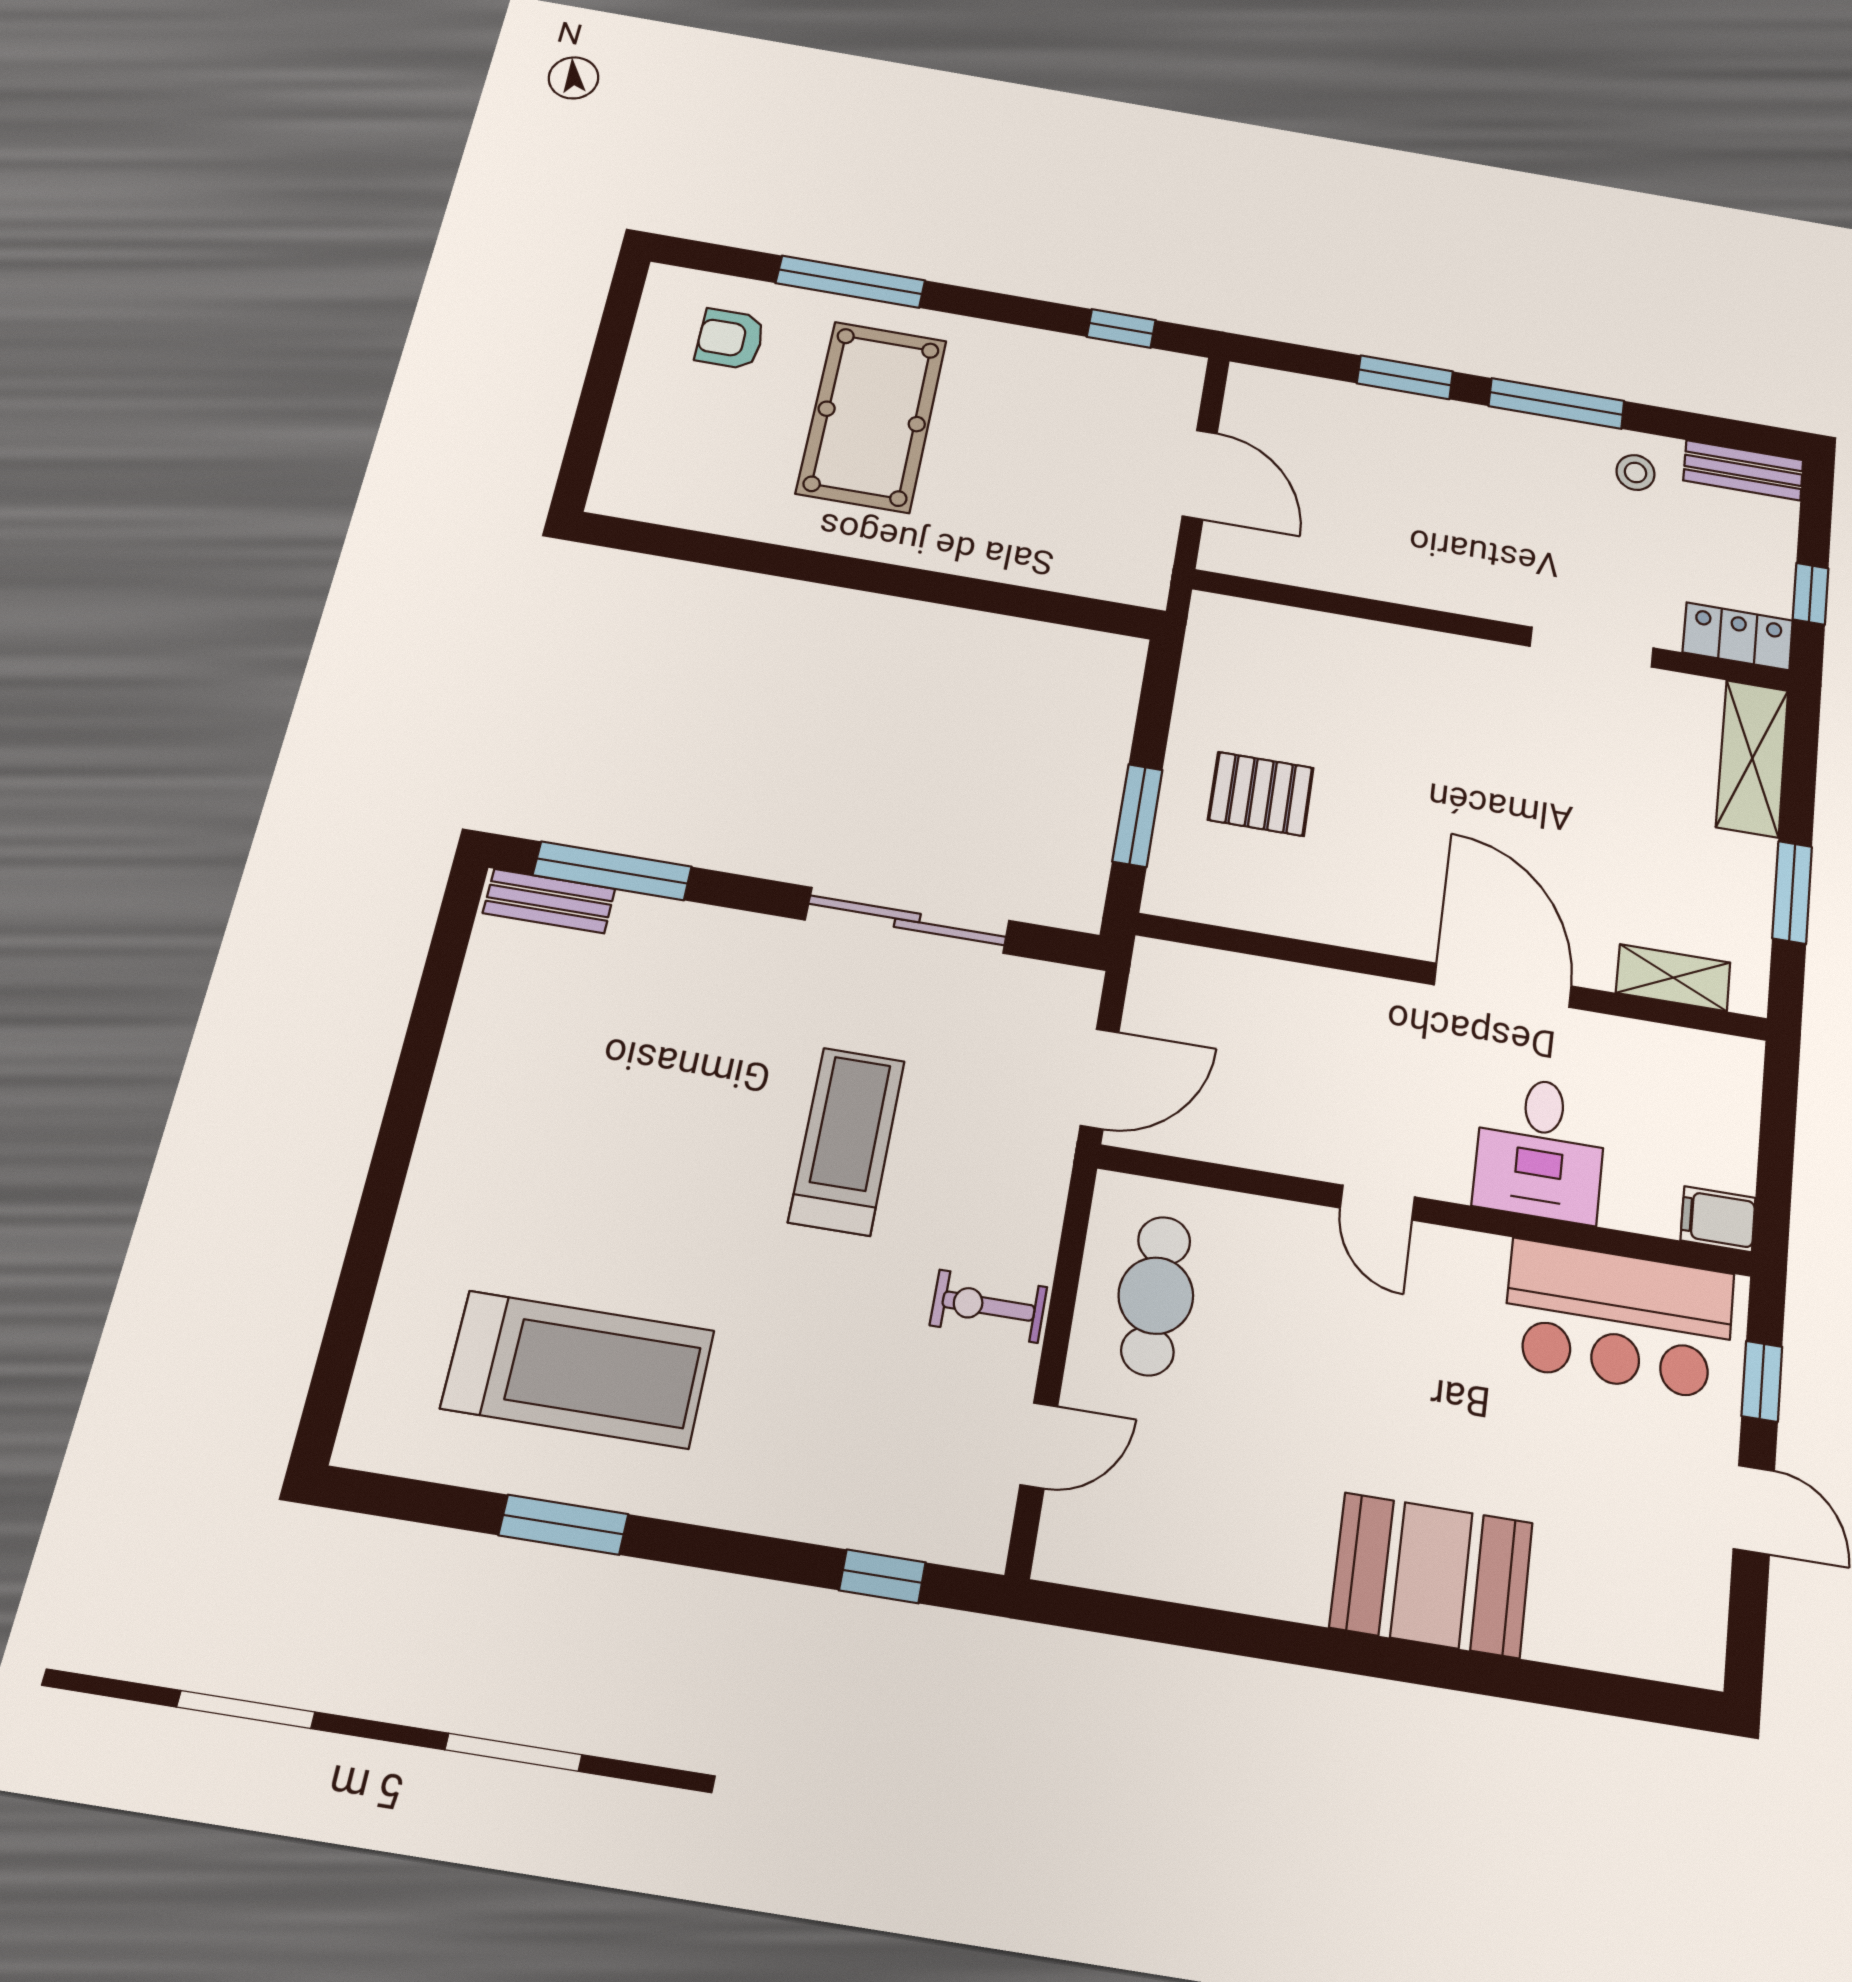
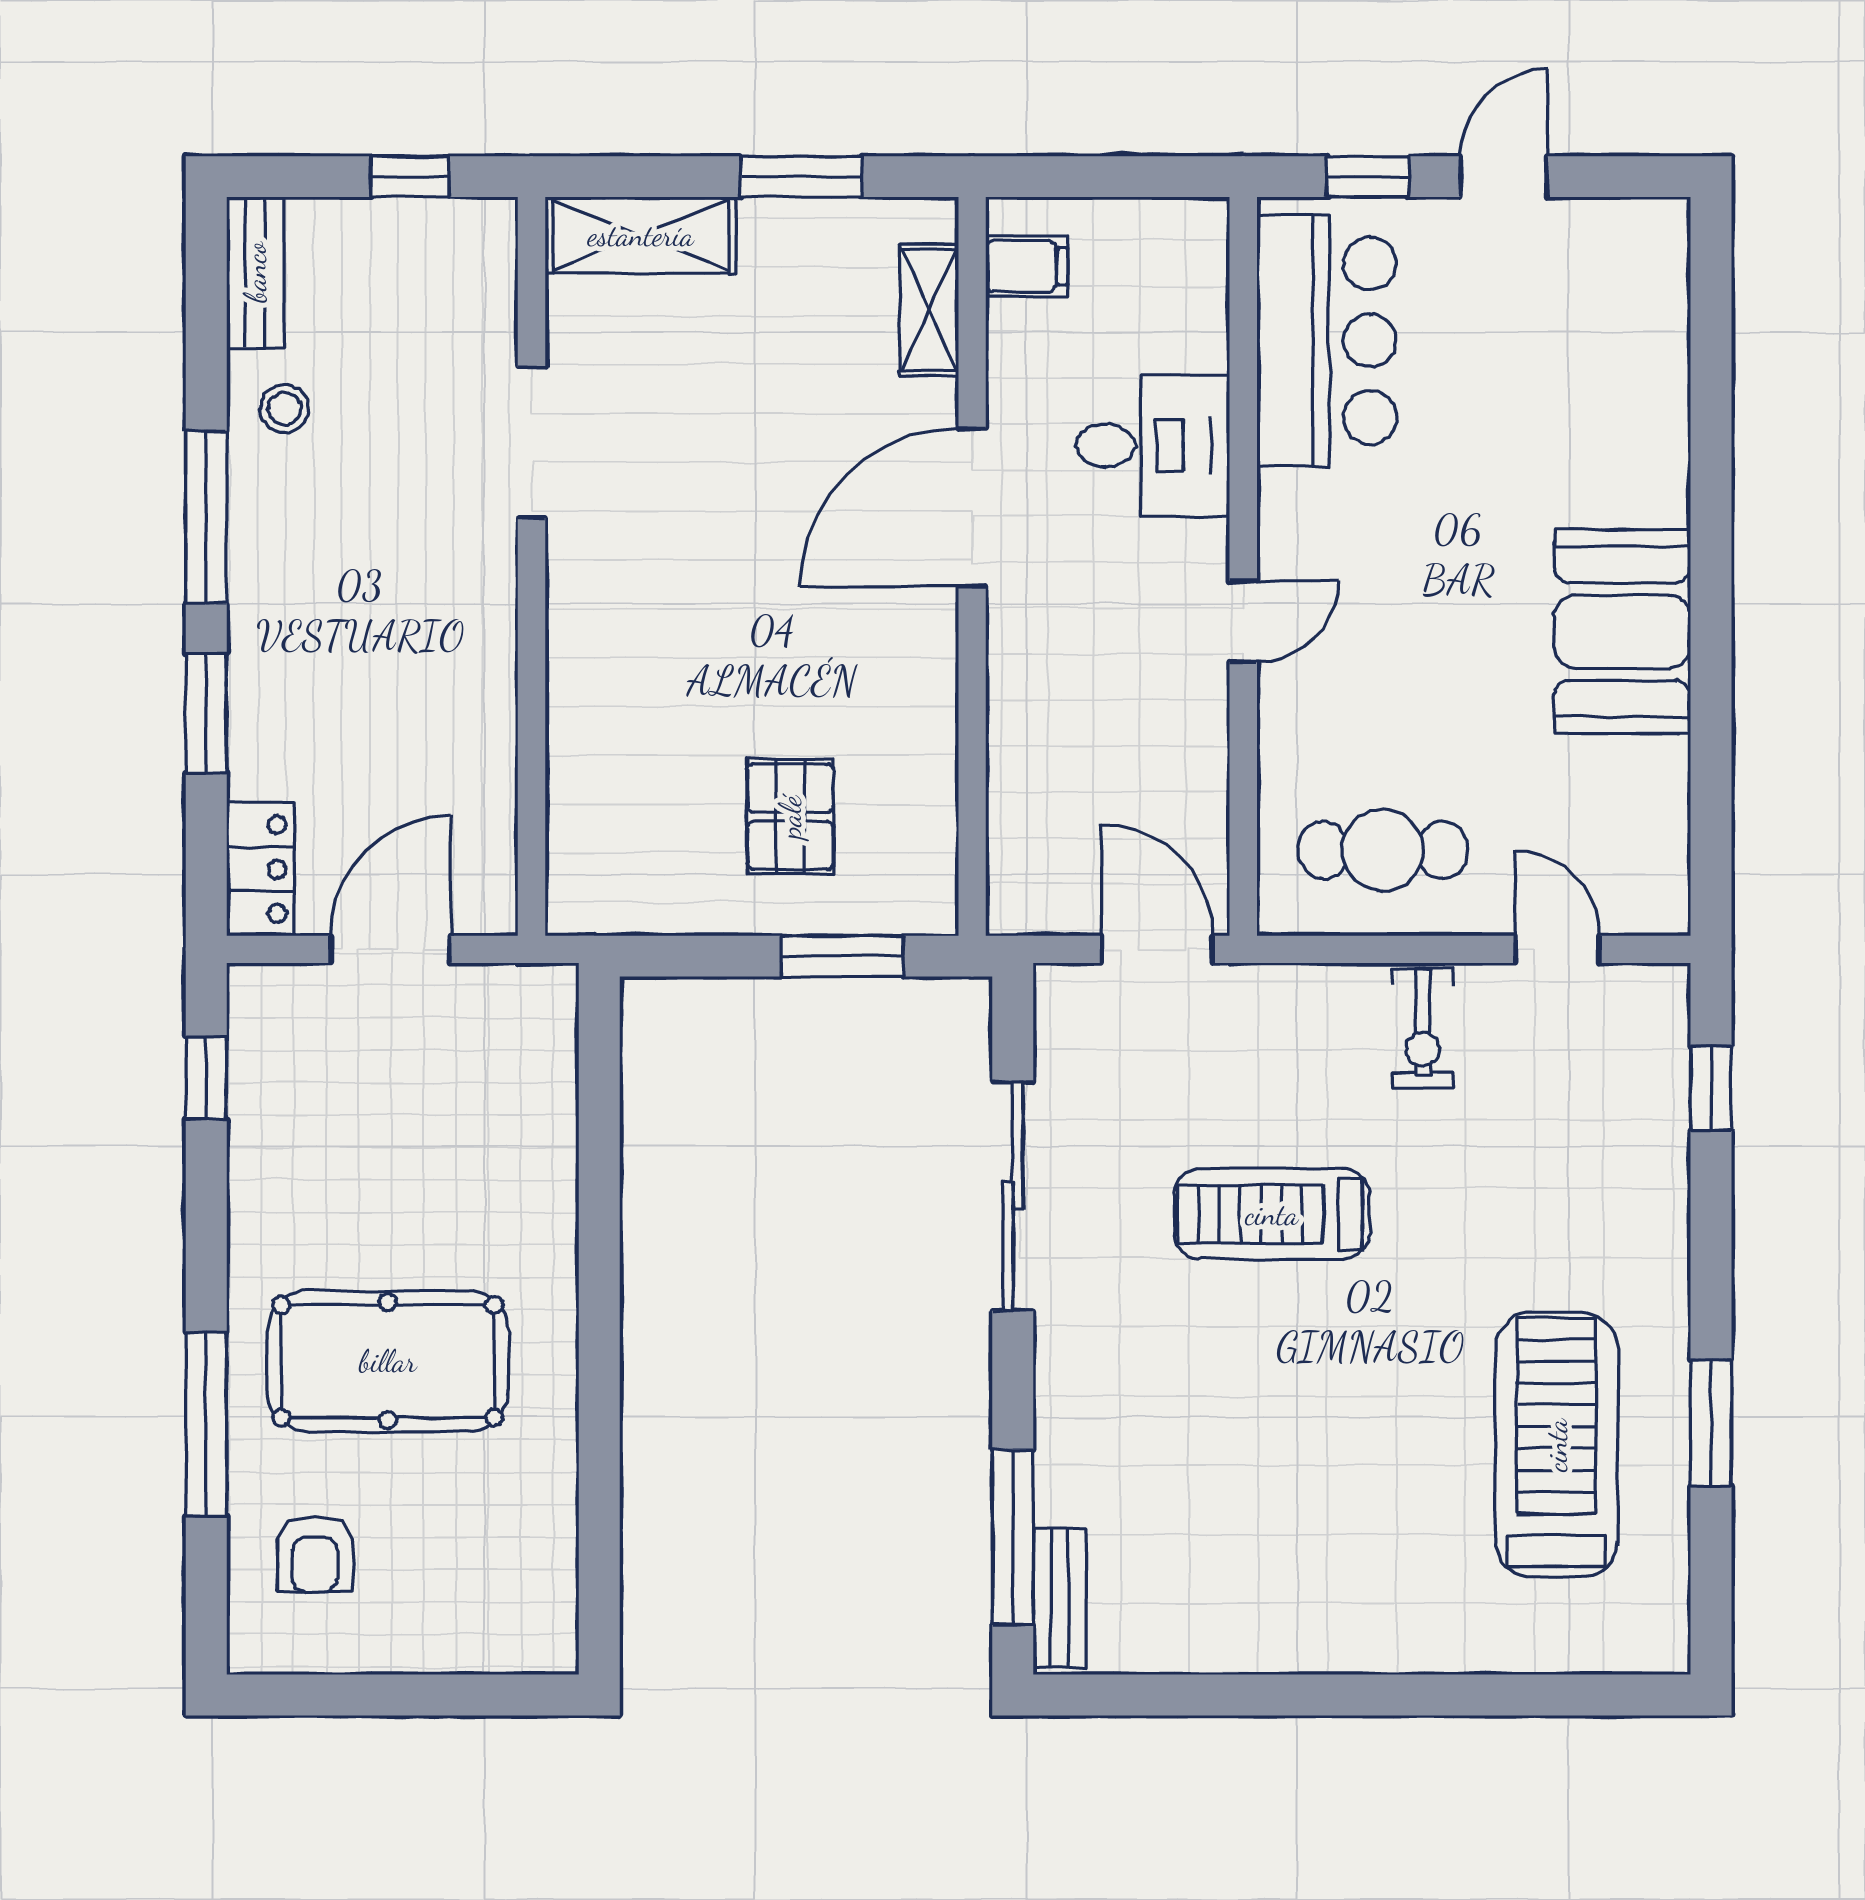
locker: (1738, 636) -> (260, 869), moved, turned 180
filing cabinet: (1718, 1219) -> (1027, 266), moved, turned -90
booth: (1432, 1575) -> (1622, 632), moved

